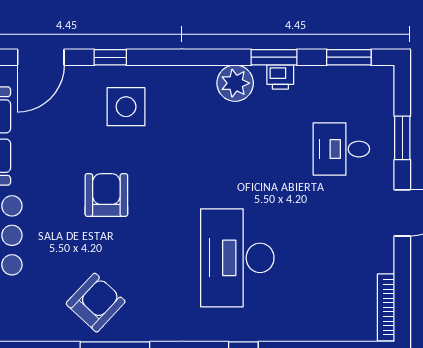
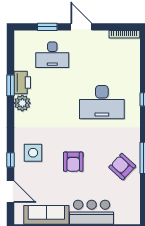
window: (349, 57) -> (11, 51), removed
printer: (280, 77) -> (22, 82), width x1.87, depth x1.48
desk: (341, 149) -> (52, 55), width x1.37
armchair: (106, 195) -> (73, 162), turned -90

